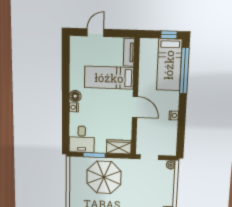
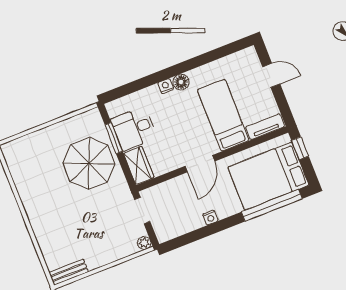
window: (169, 35) -> (300, 148), moved
bed: (169, 65) -> (268, 176), width x1.50
desk: (82, 139) -> (134, 129), moved

